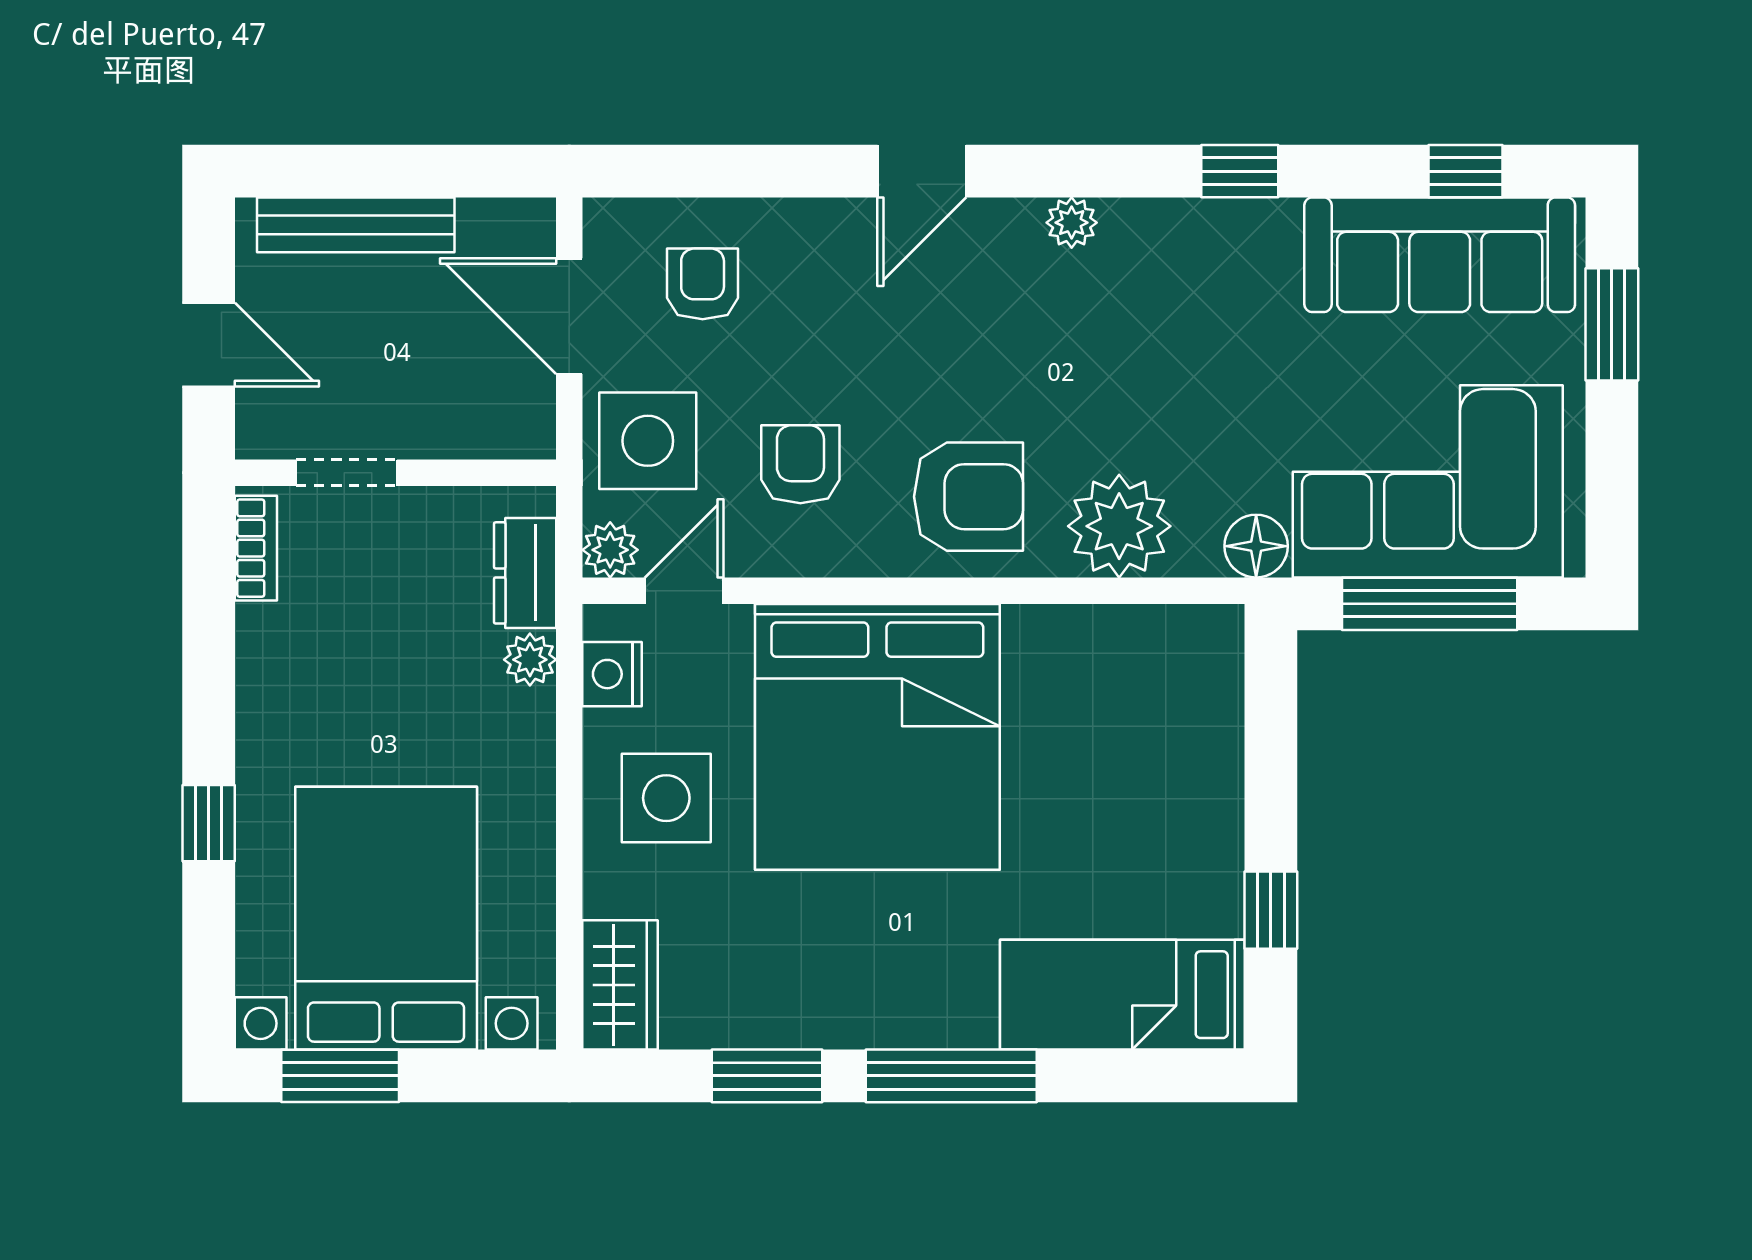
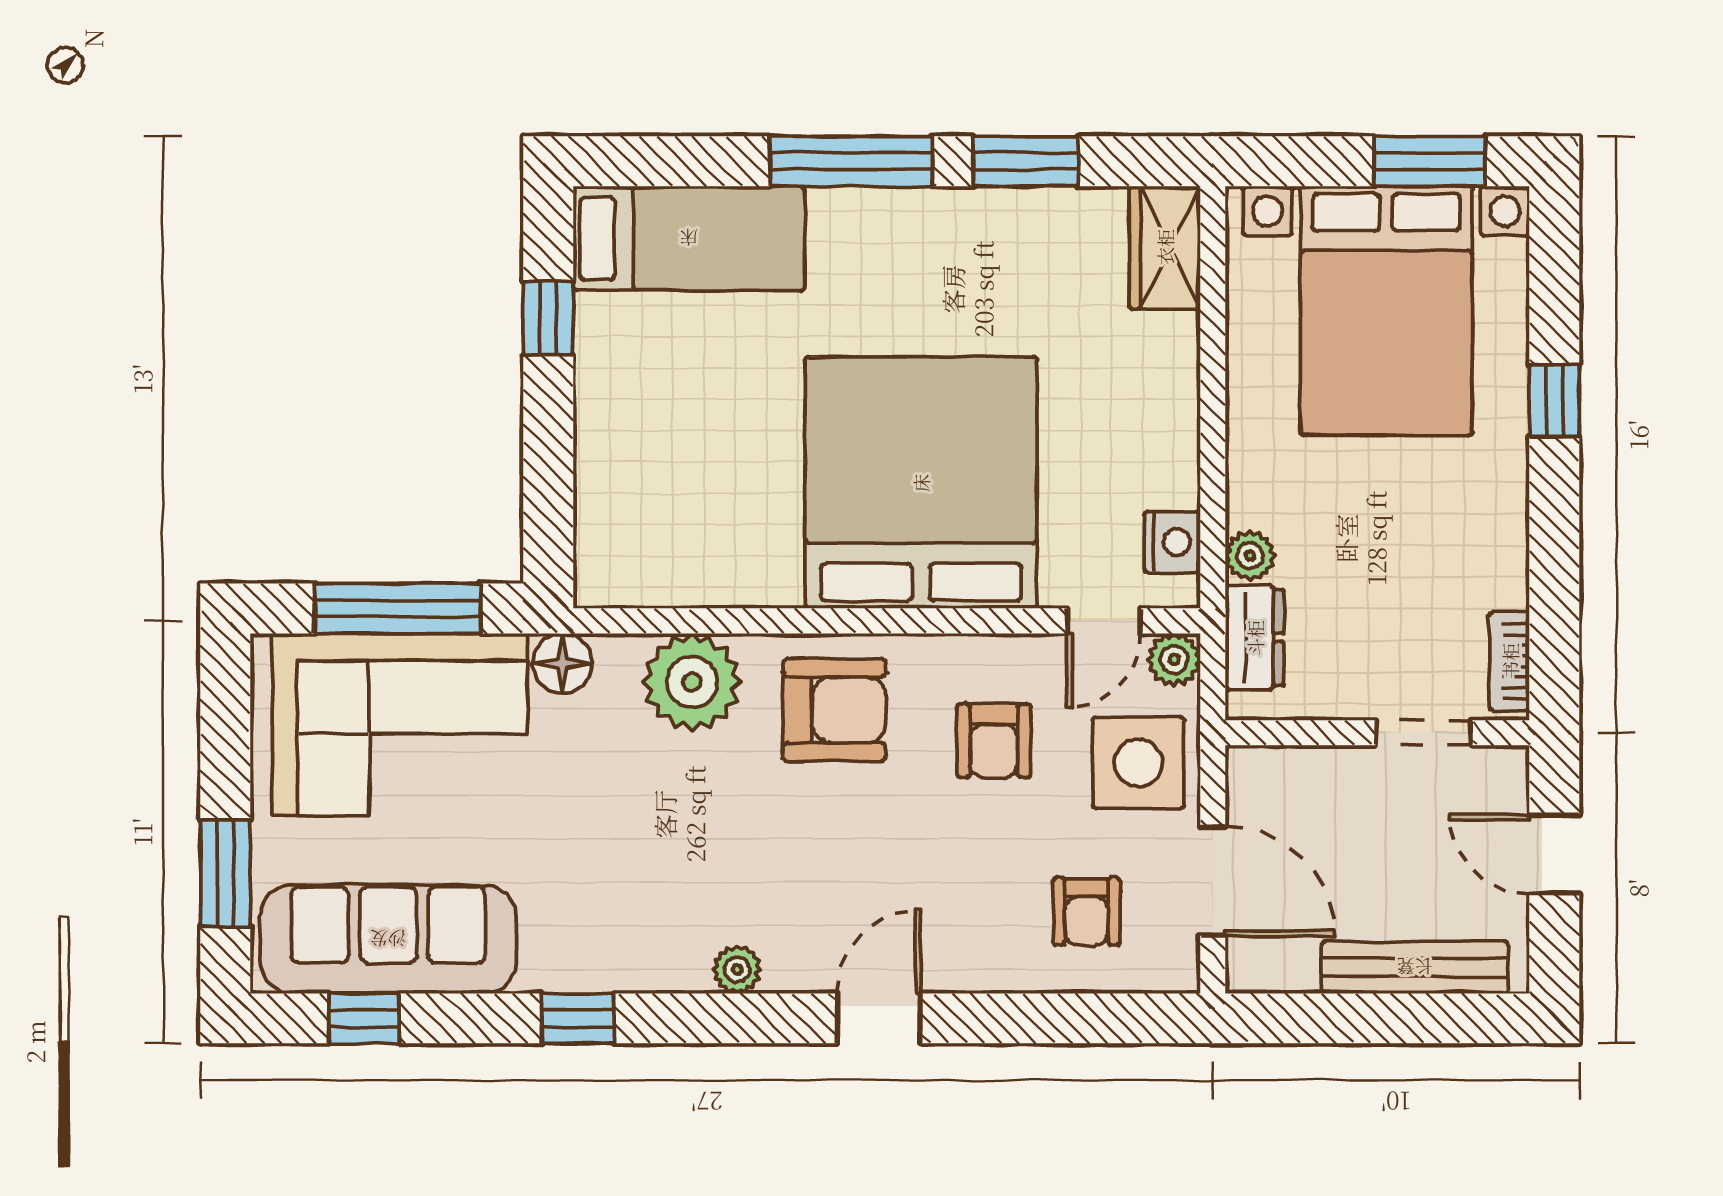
armchair: (969, 497) -> (835, 710), turned 180
side table: (666, 798) -> (1121, 424), removed

